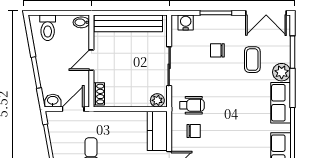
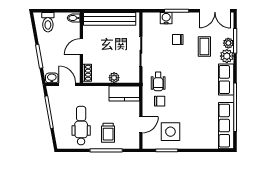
water cooler: (186, 23) -> (166, 18), moved
plant: (284, 55) -> (228, 43), added
plant: (157, 100) -> (114, 78), moved
wheelchair: (192, 105) -> (158, 81), turned 90
door: (73, 109) -> (67, 84), hinge flipped
kitchen counter: (157, 131) -> (124, 94), moved, turned -90

